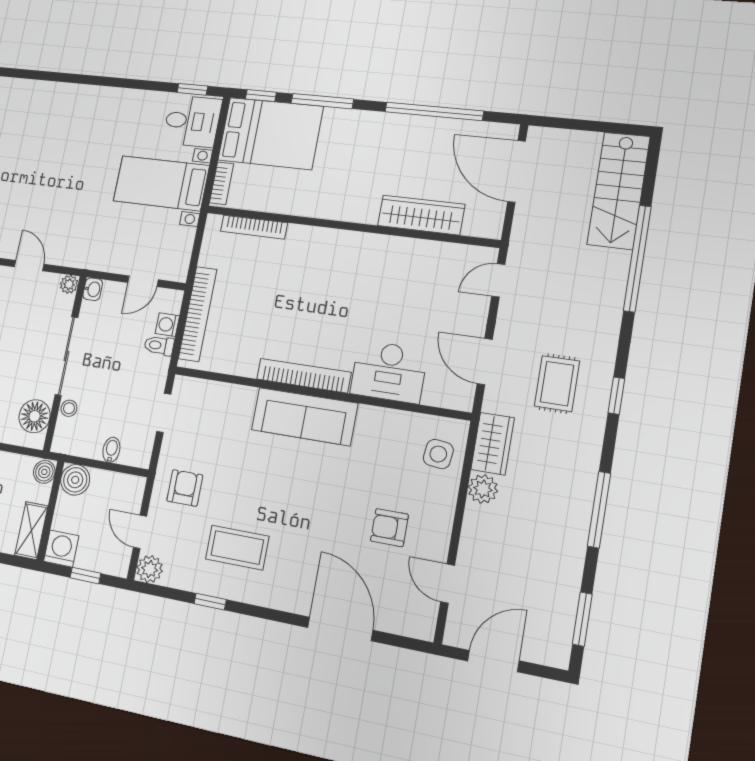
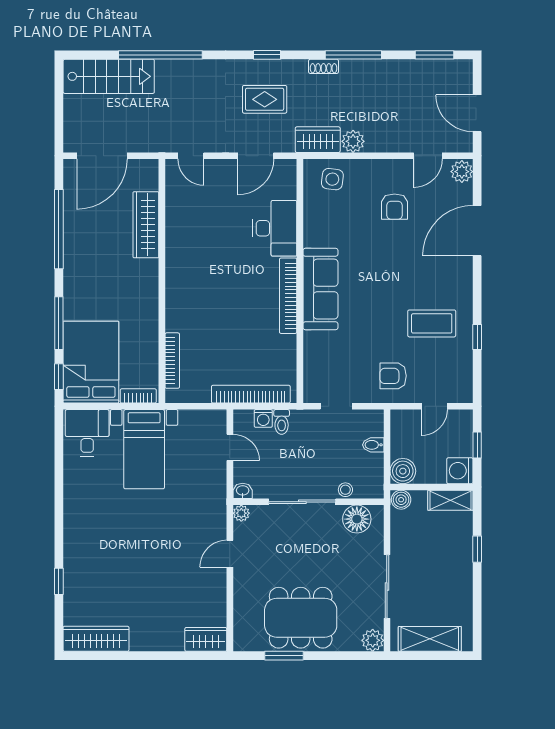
window: (192, 89) -> (59, 581), moved
shoe rack: (589, 467) -> (324, 66), added
coffee table: (237, 548) -> (432, 323), turned 90
plant: (150, 569) -> (462, 172), moved

